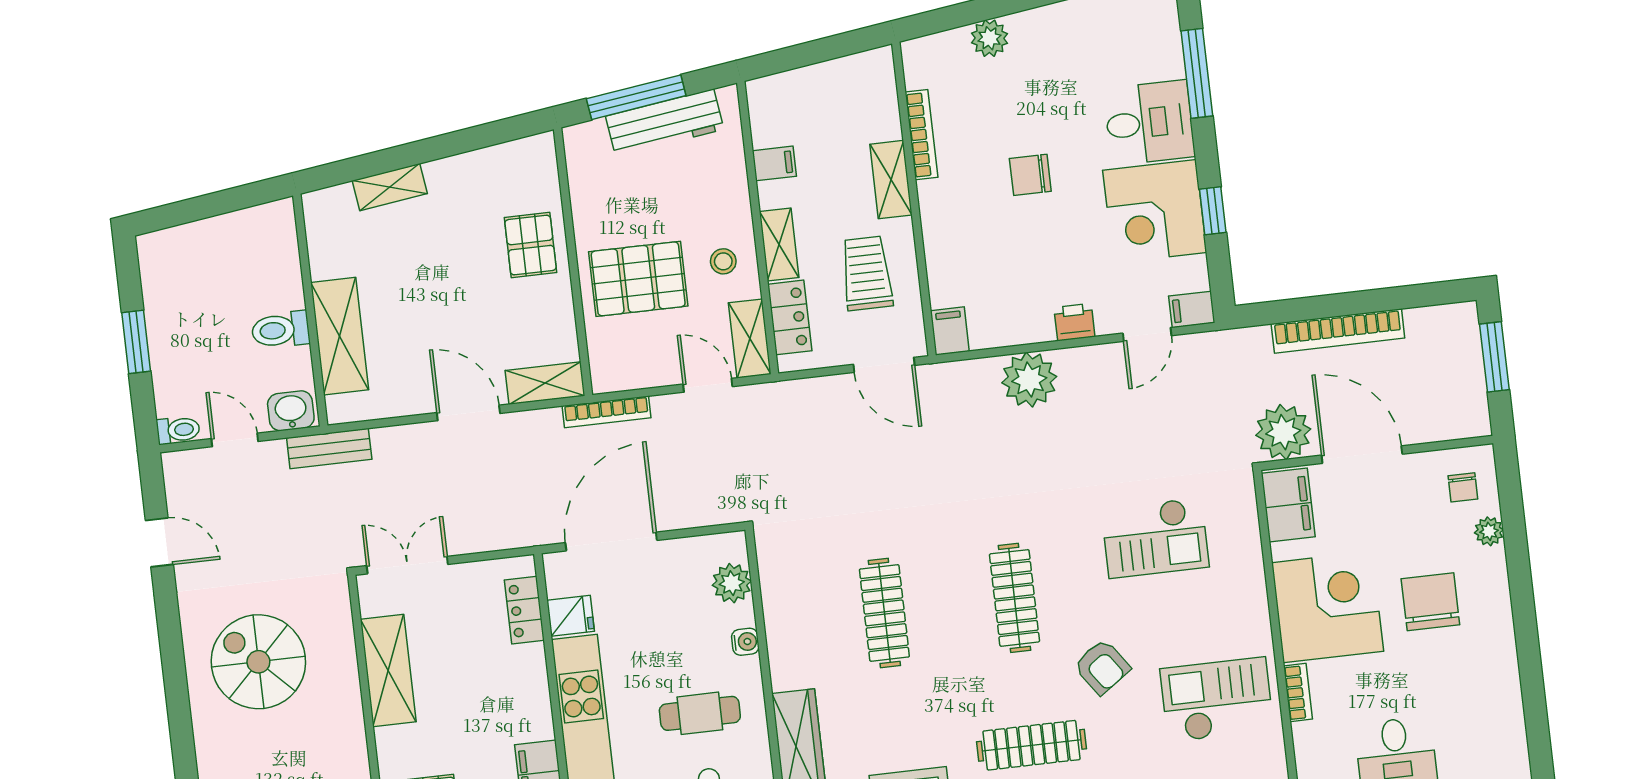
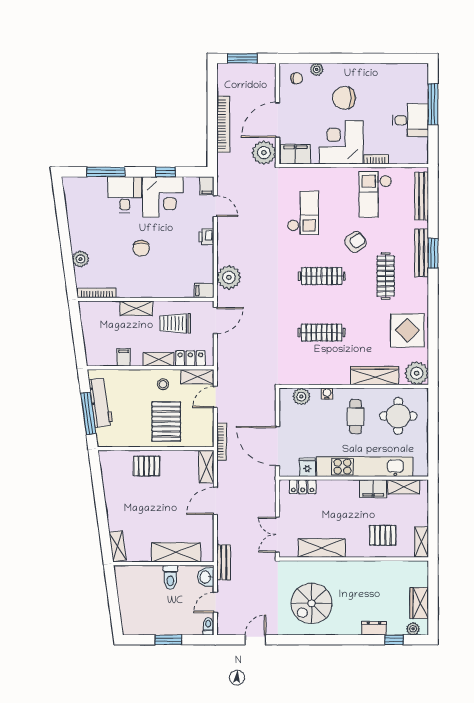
bookcase: (922, 135) -> (97, 293), moved
shelving: (390, 187) -> (118, 546), moved
plant: (1029, 380) -> (229, 277), moved

